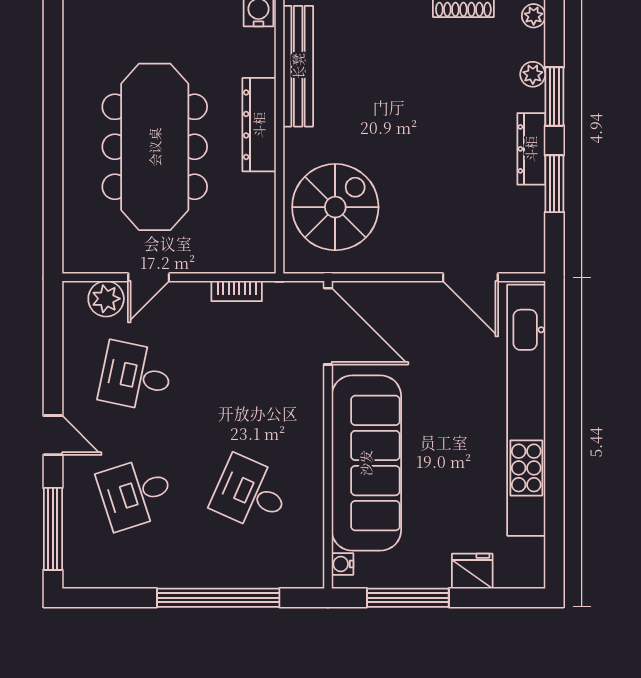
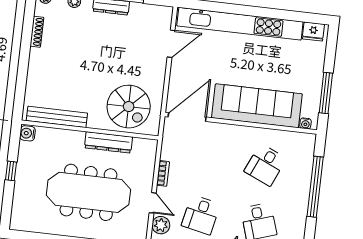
dresser: (259, 125) -> (108, 142), moved
spiral stairs: (335, 207) -> (129, 107), turned 180
bookcase: (237, 291) -> (163, 173), moved
fridge: (472, 571) -> (313, 31), moved, turned -90

